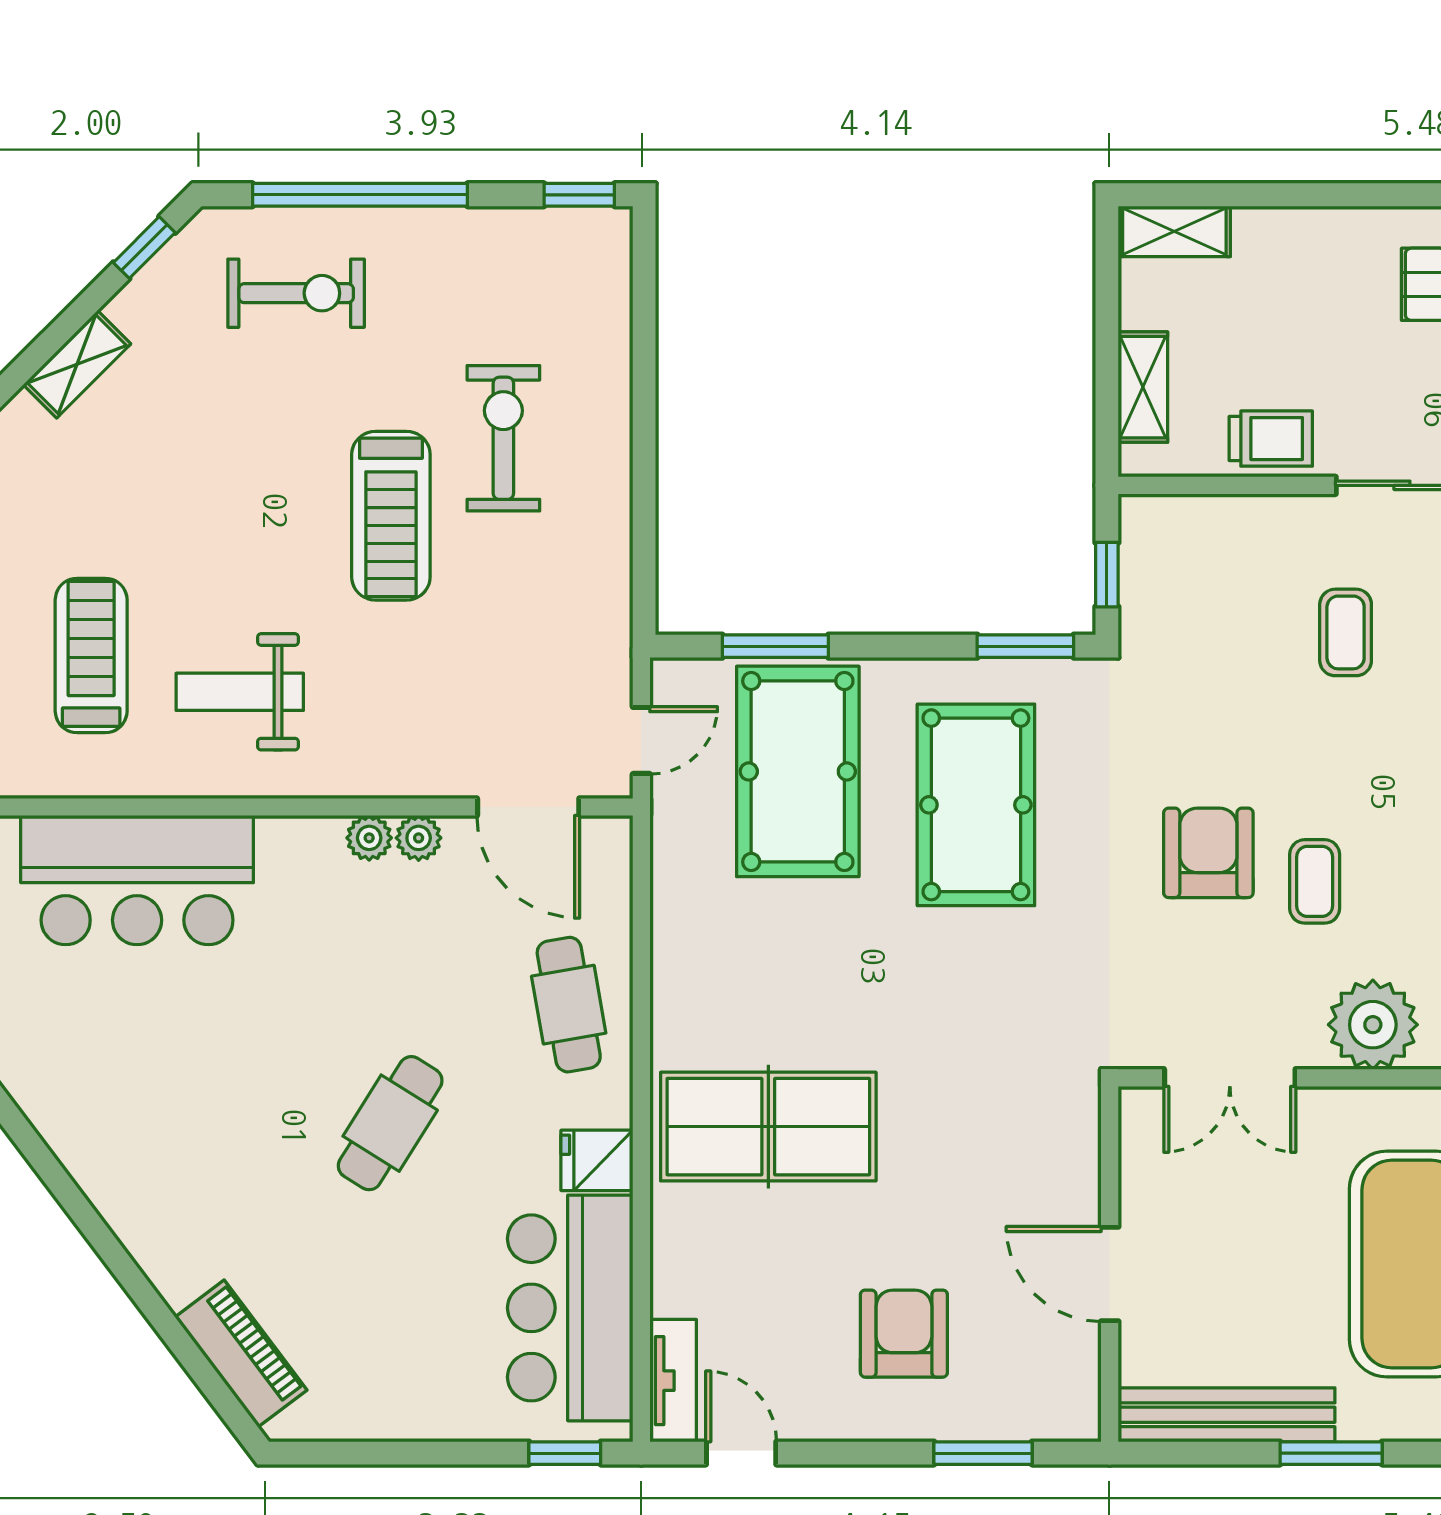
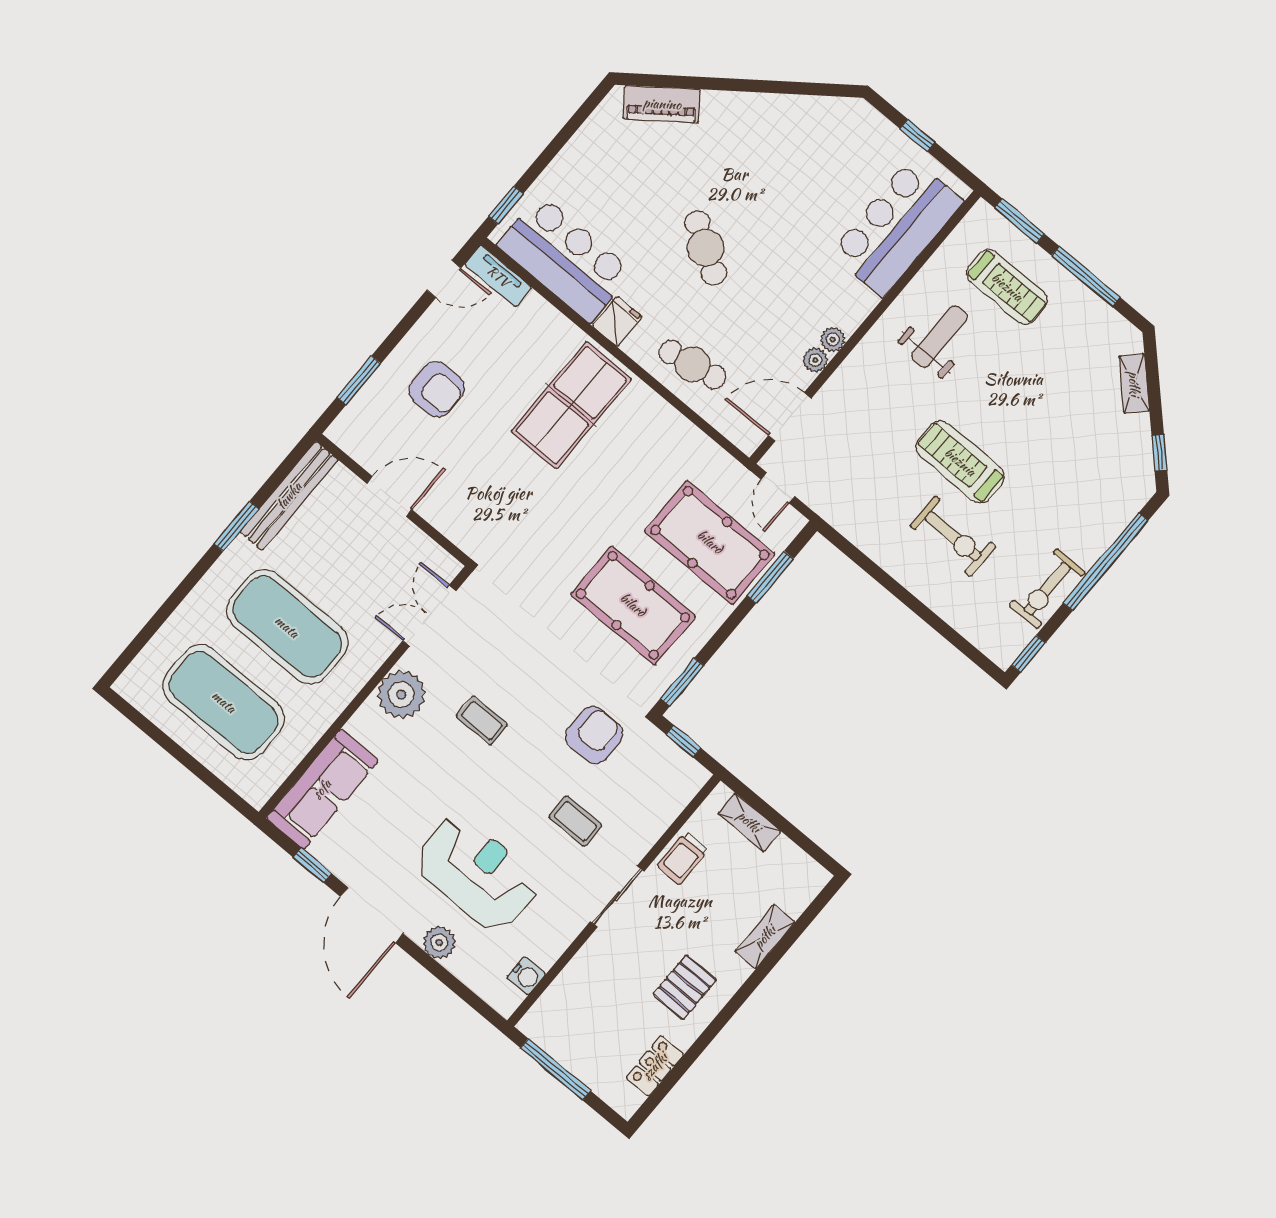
shelving: (1174, 231) -> (765, 937), moved
exercise bike: (296, 293) -> (1047, 589), moved
armchair: (1208, 853) -> (594, 735), moved, turned -90

